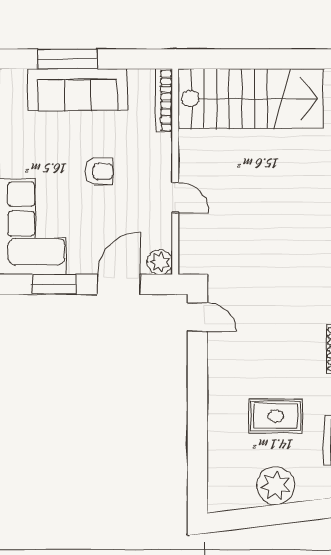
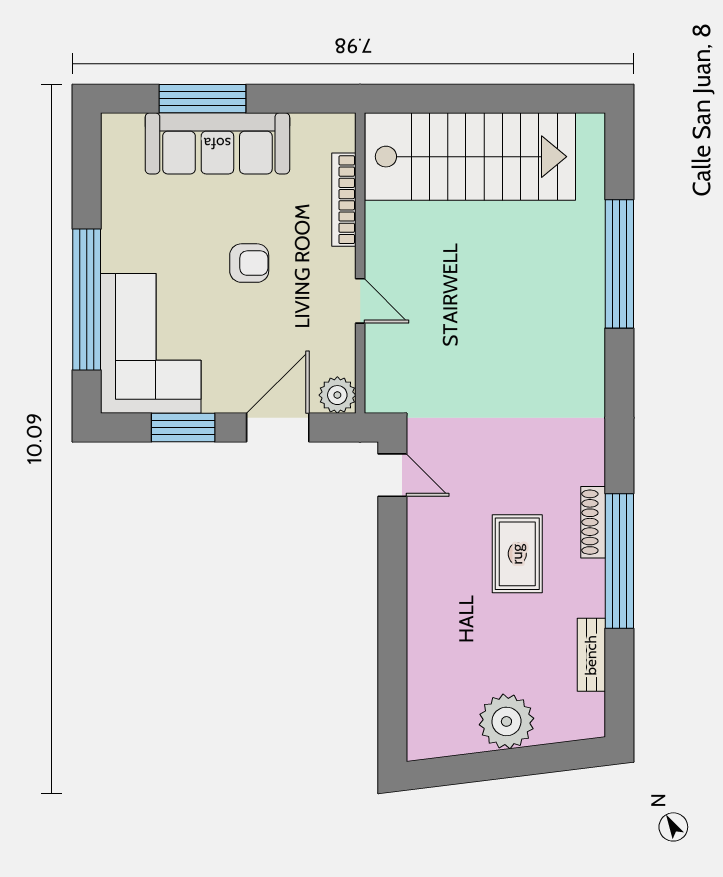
bookcase: (164, 101) -> (344, 200), moved
rug: (276, 416) -> (517, 554), moved, turned 90

